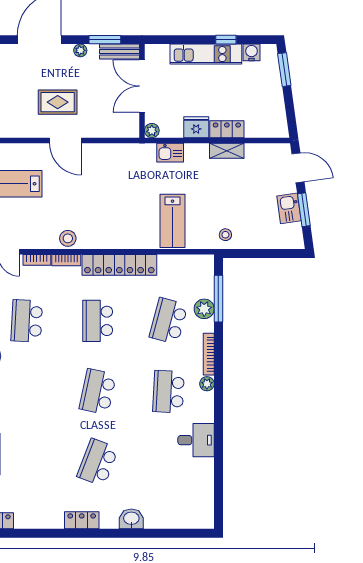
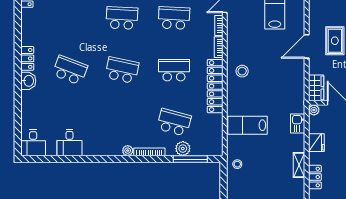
wardrobe: (122, 128) -> (316, 88), added
locker: (227, 129) -> (315, 177), moved
stool: (68, 238) -> (242, 71), moved
school desk: (169, 392) -> (122, 18), moved
desk: (196, 440) -> (70, 143), moved
desk: (196, 512) -> (33, 143), added
washbasin: (131, 519) -> (28, 81), moved

